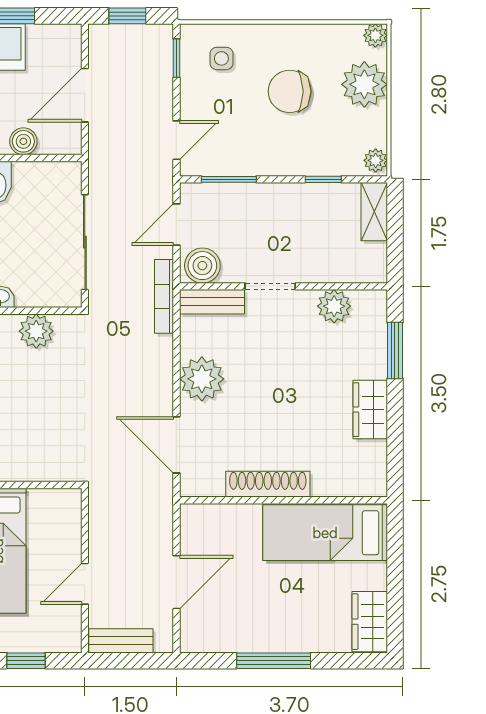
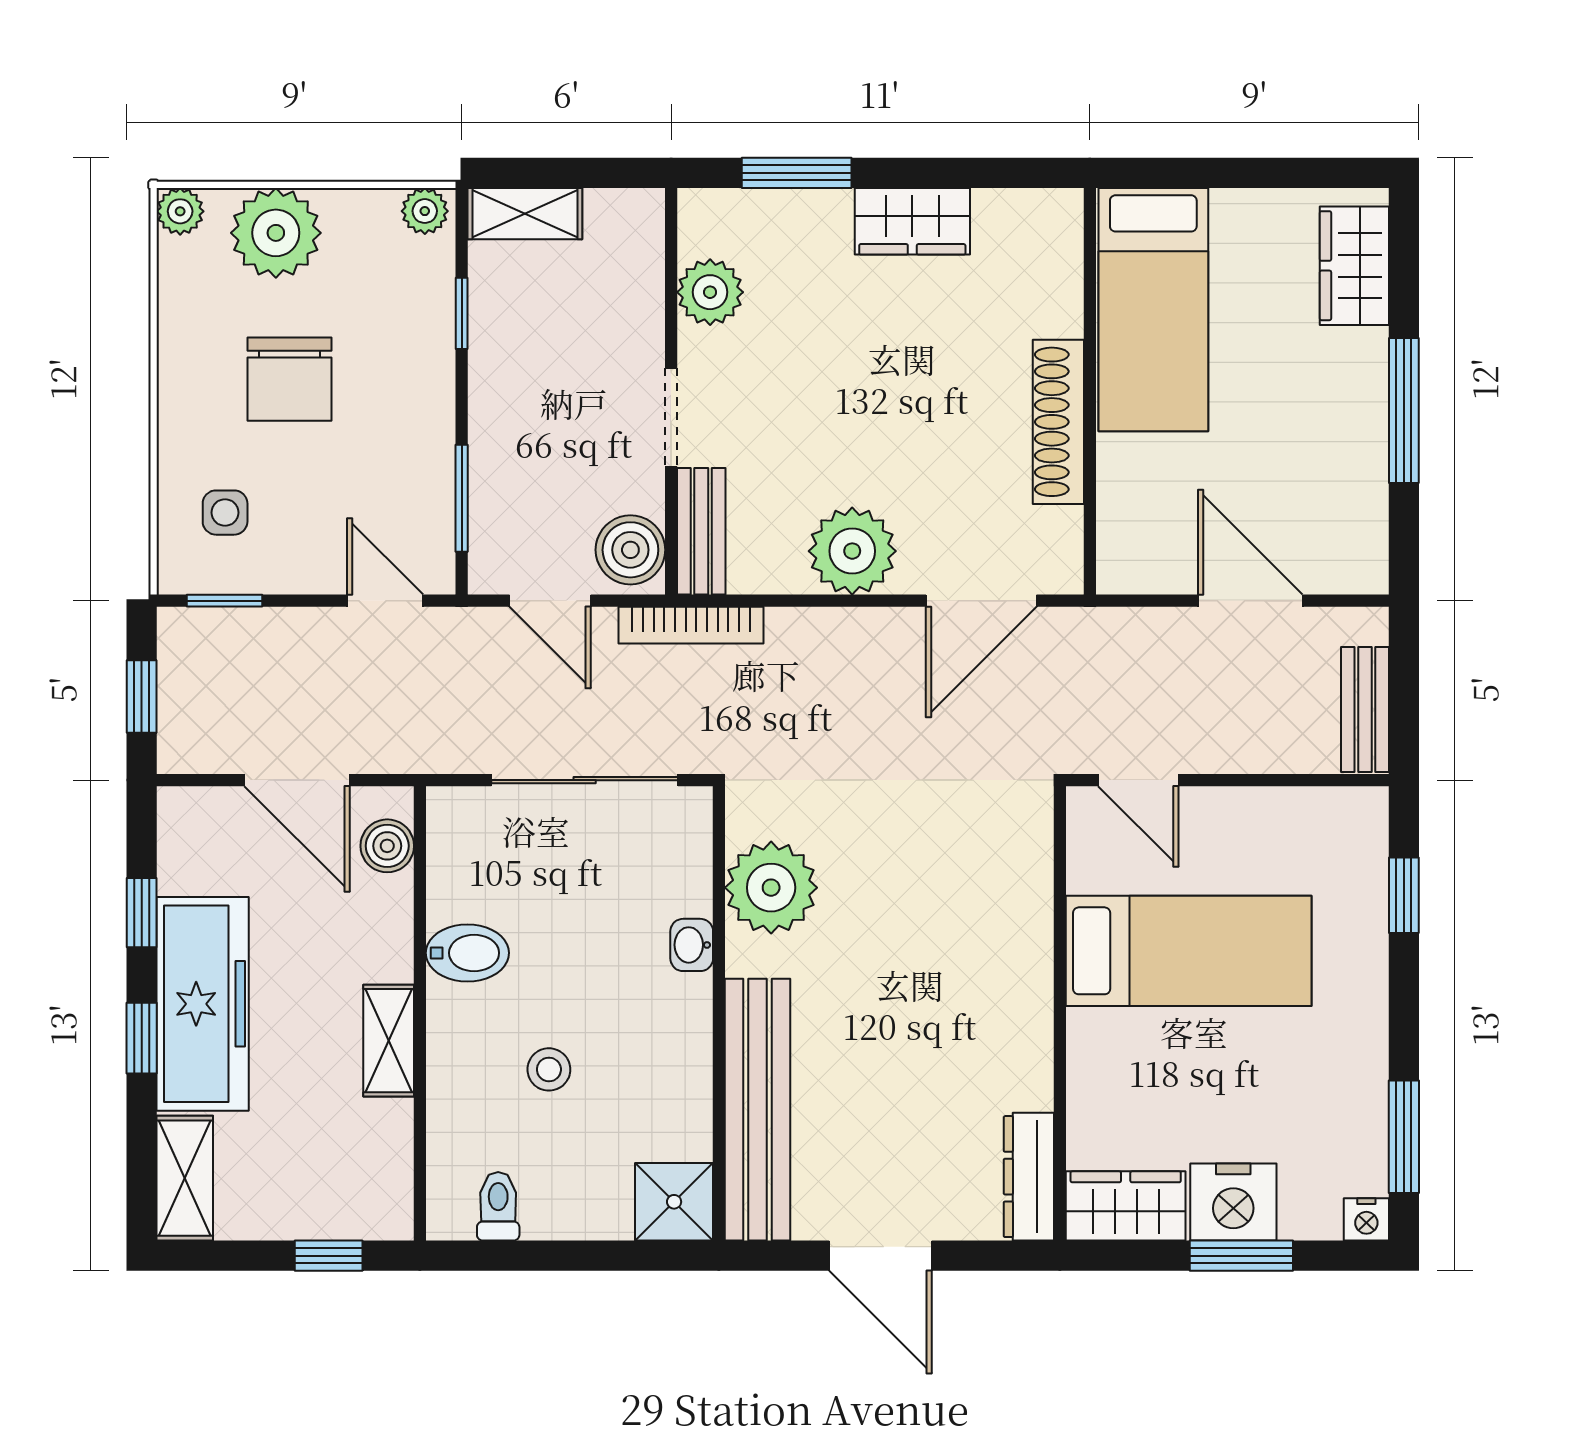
boiler: (23, 141) -> (387, 846), moved
plant: (36, 331) -> (771, 888), width x1.36, depth x1.36
door: (85, 584) -> (1138, 780), moved
wardrobe: (370, 622) -> (1354, 266), moved, turned 90

